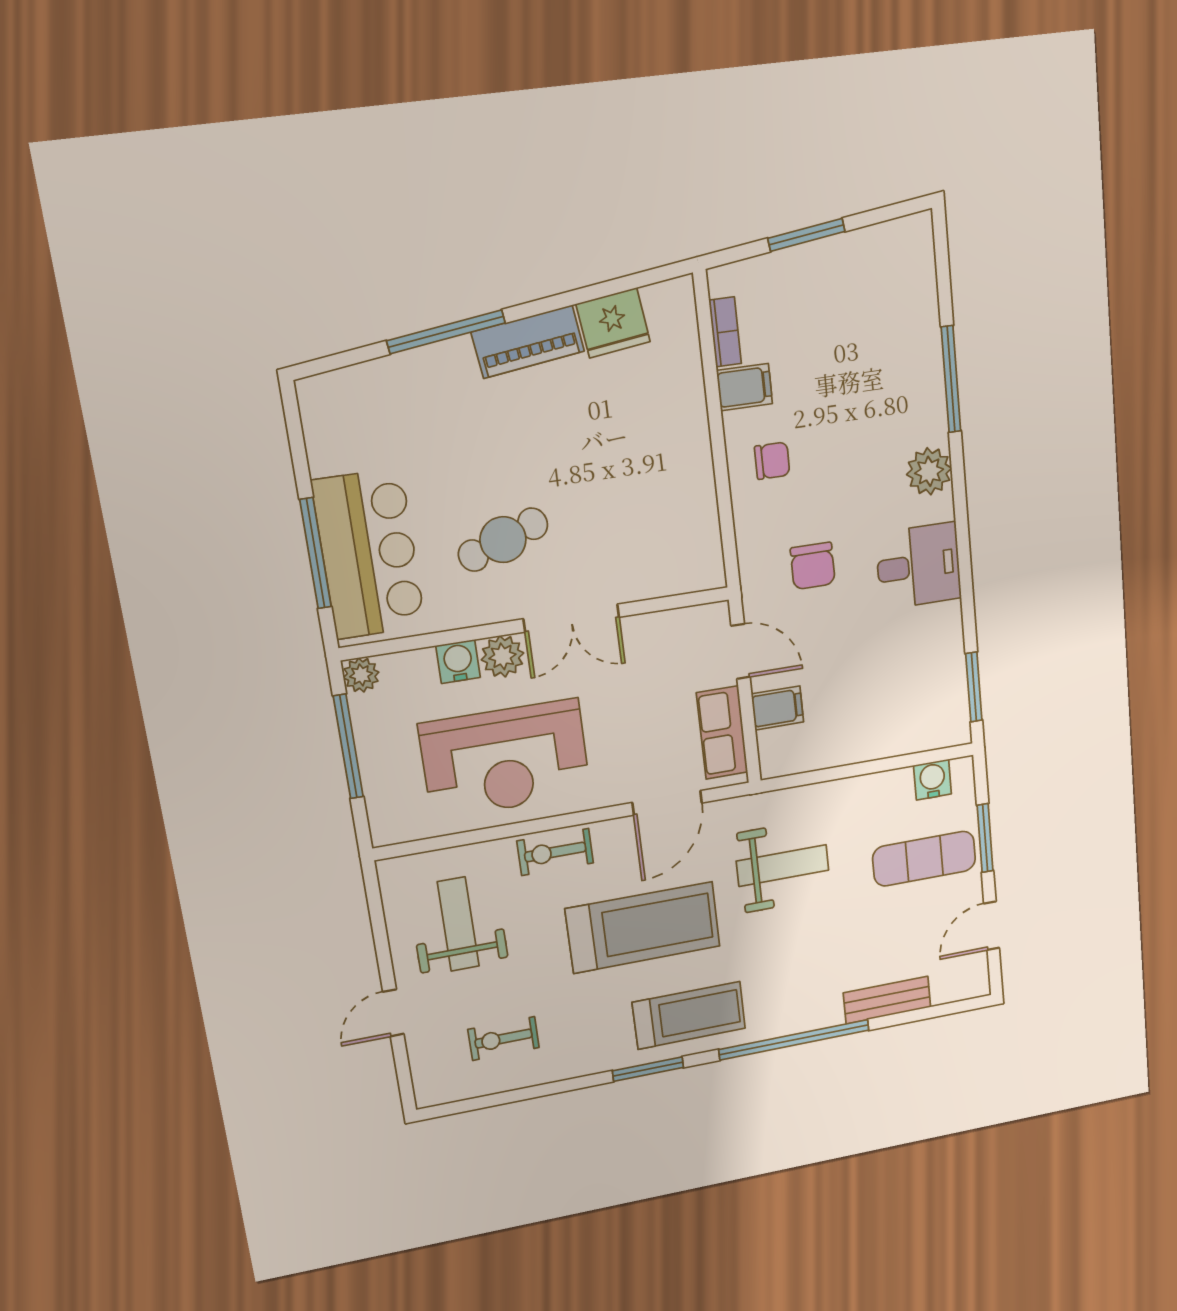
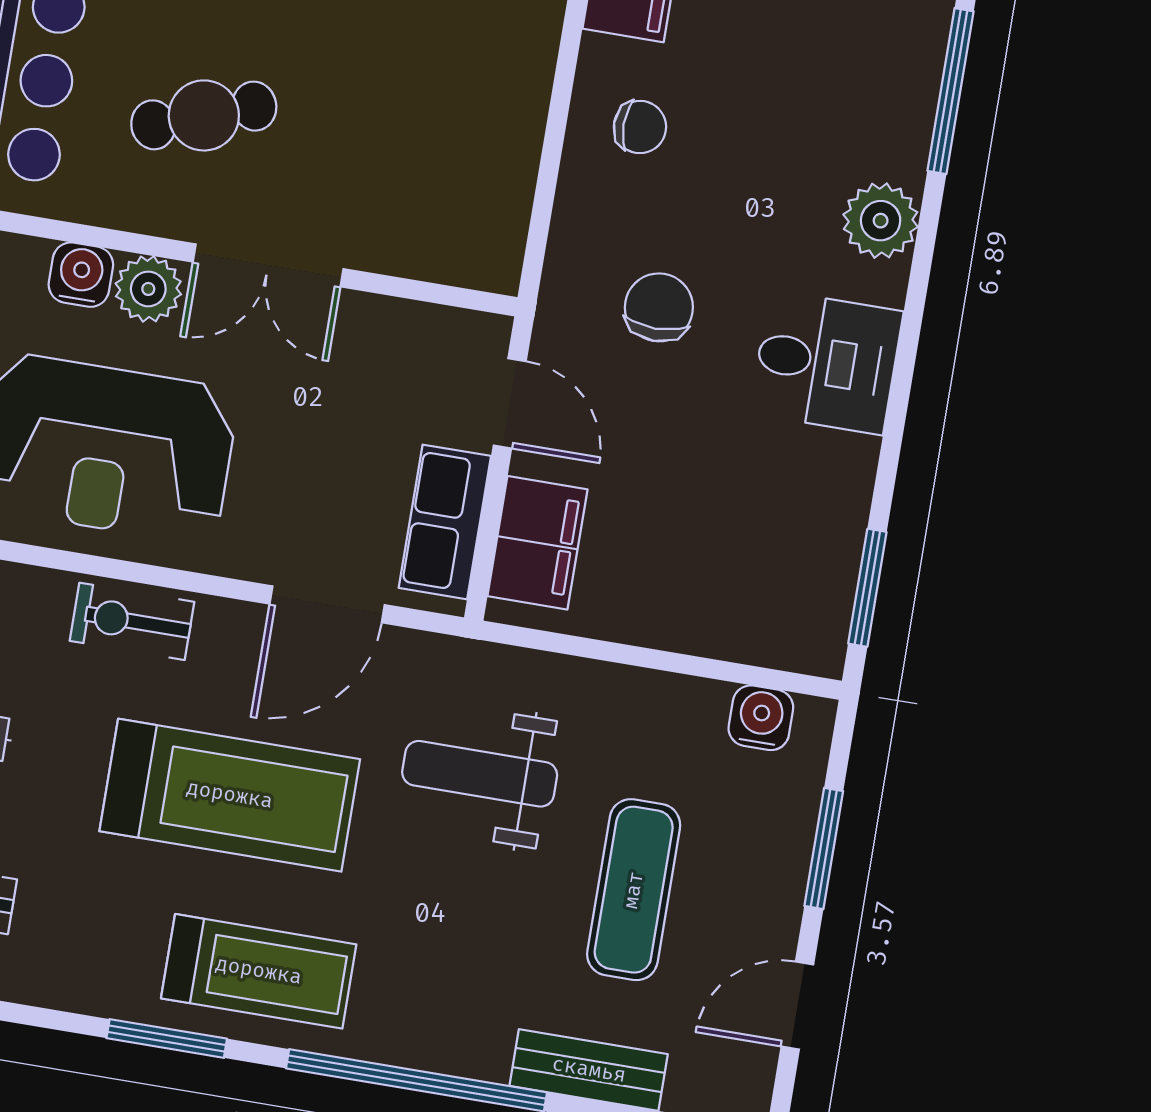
chair: (813, 566) -> (659, 307), turned 180
filing cabinet: (777, 708) -> (537, 543), width x2.00
exercise mat: (924, 859) -> (634, 890), moved, turned 90
weight bench: (783, 866) -> (480, 774), turned 180

